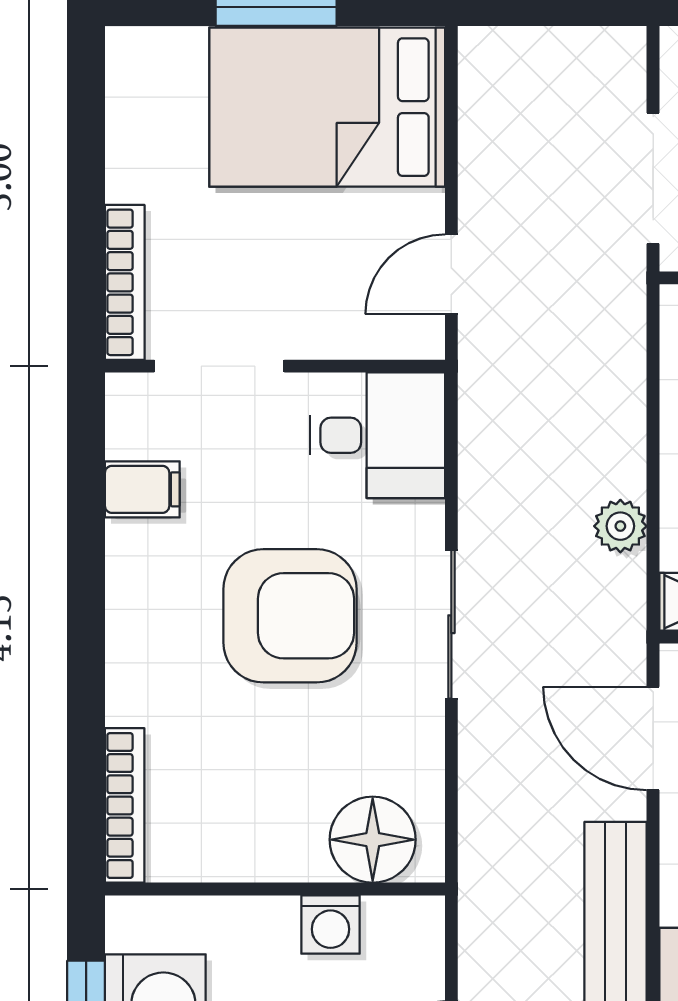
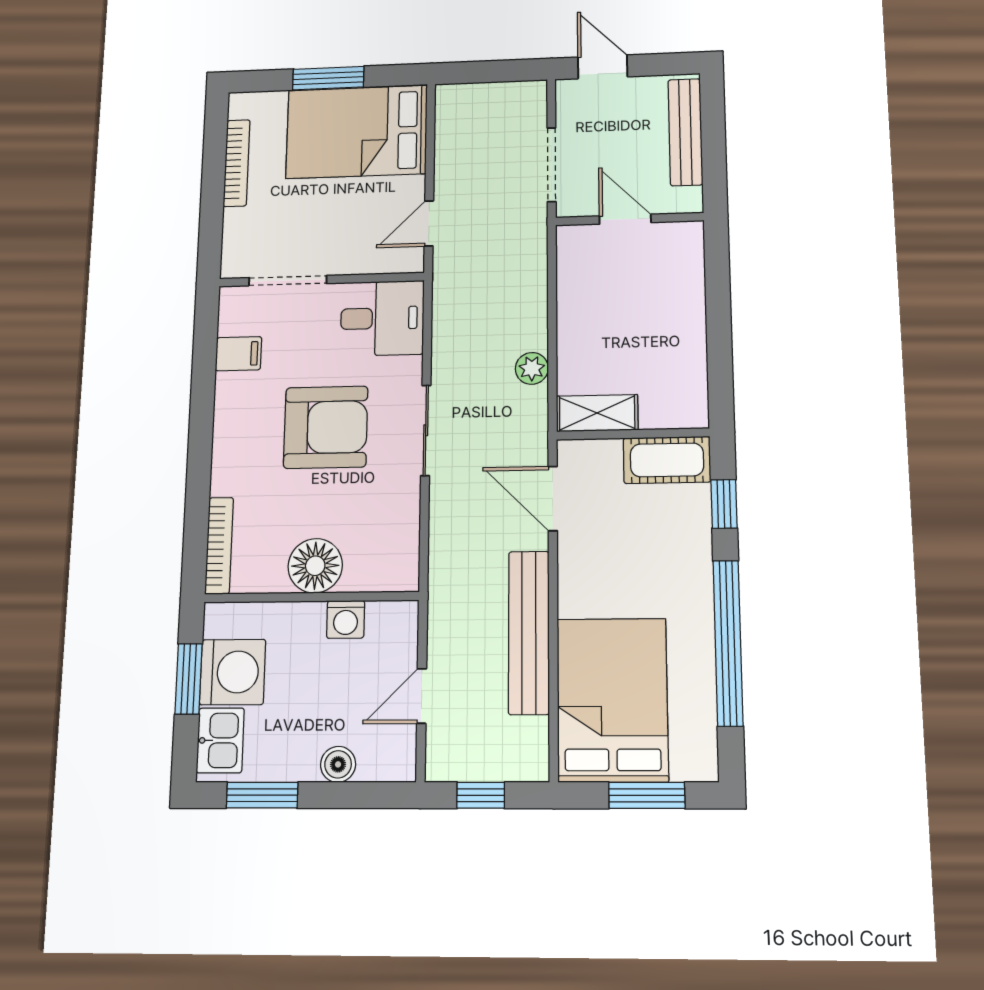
bookcase: (125, 282) -> (237, 163), moved
floor lamp: (373, 840) -> (315, 566), moved

